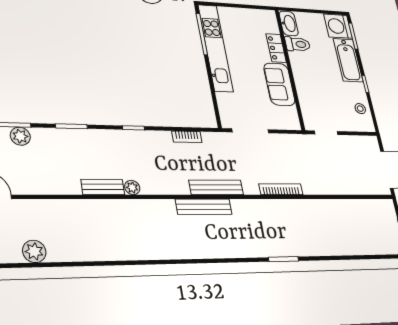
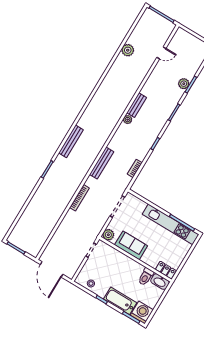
locker: (276, 48) -> (166, 270), moved
plant: (291, 122) -> (108, 235), added
bench: (204, 207) -> (71, 141), moved

